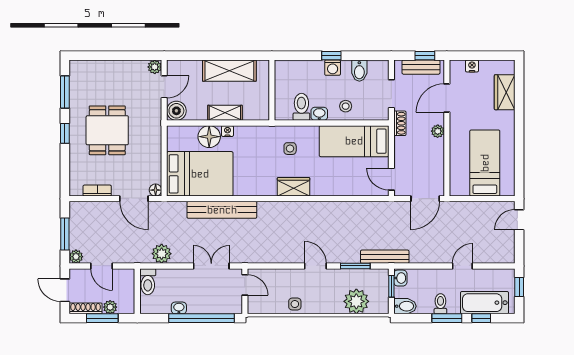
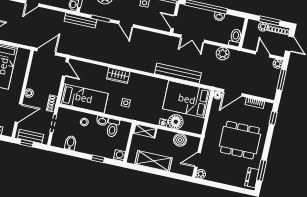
window: (331, 56) -> (98, 159), moved
washing machine: (333, 68) -> (119, 156), moved
dresser: (77, 78) -> (252, 178), added
boiler: (176, 111) -> (180, 140), moved
shelving: (225, 113) -> (145, 131), moved
dining table: (107, 130) -> (240, 140), width x1.38
window: (65, 133) -> (273, 118), moved
wardrobe: (294, 187) -> (118, 75), moved
door: (134, 199) -> (233, 93), swing flipped

